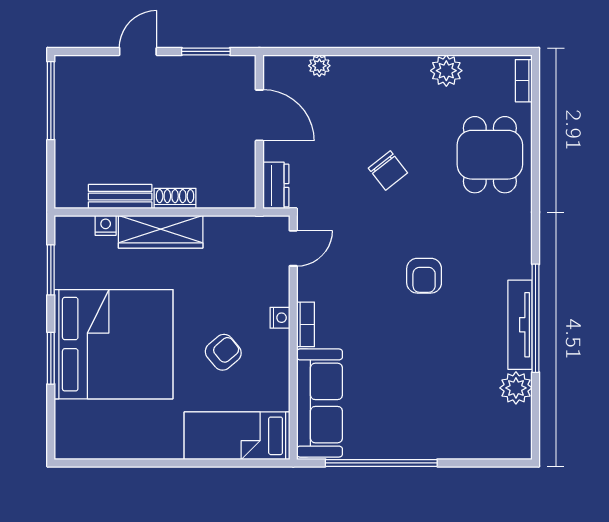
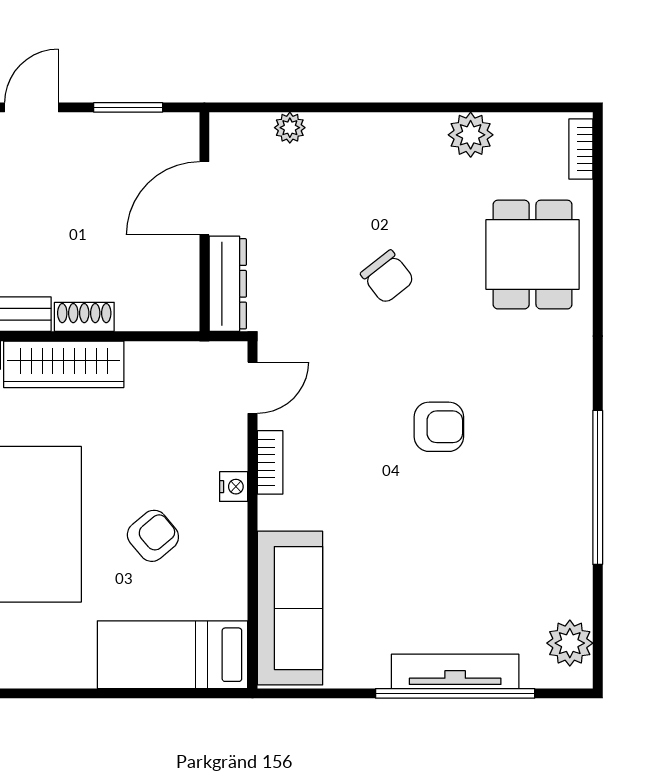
door: (259, 115) -> (204, 198), swing flipped
dresser: (276, 185) -> (228, 284), width x1.44
armchair: (424, 276) -> (439, 427), turned -90
bookcase: (306, 324) -> (270, 462), moved
tv unit: (520, 325) -> (455, 671), moved, turned 90
plant: (516, 388) -> (570, 643), moved
window: (381, 463) -> (455, 693), moved

